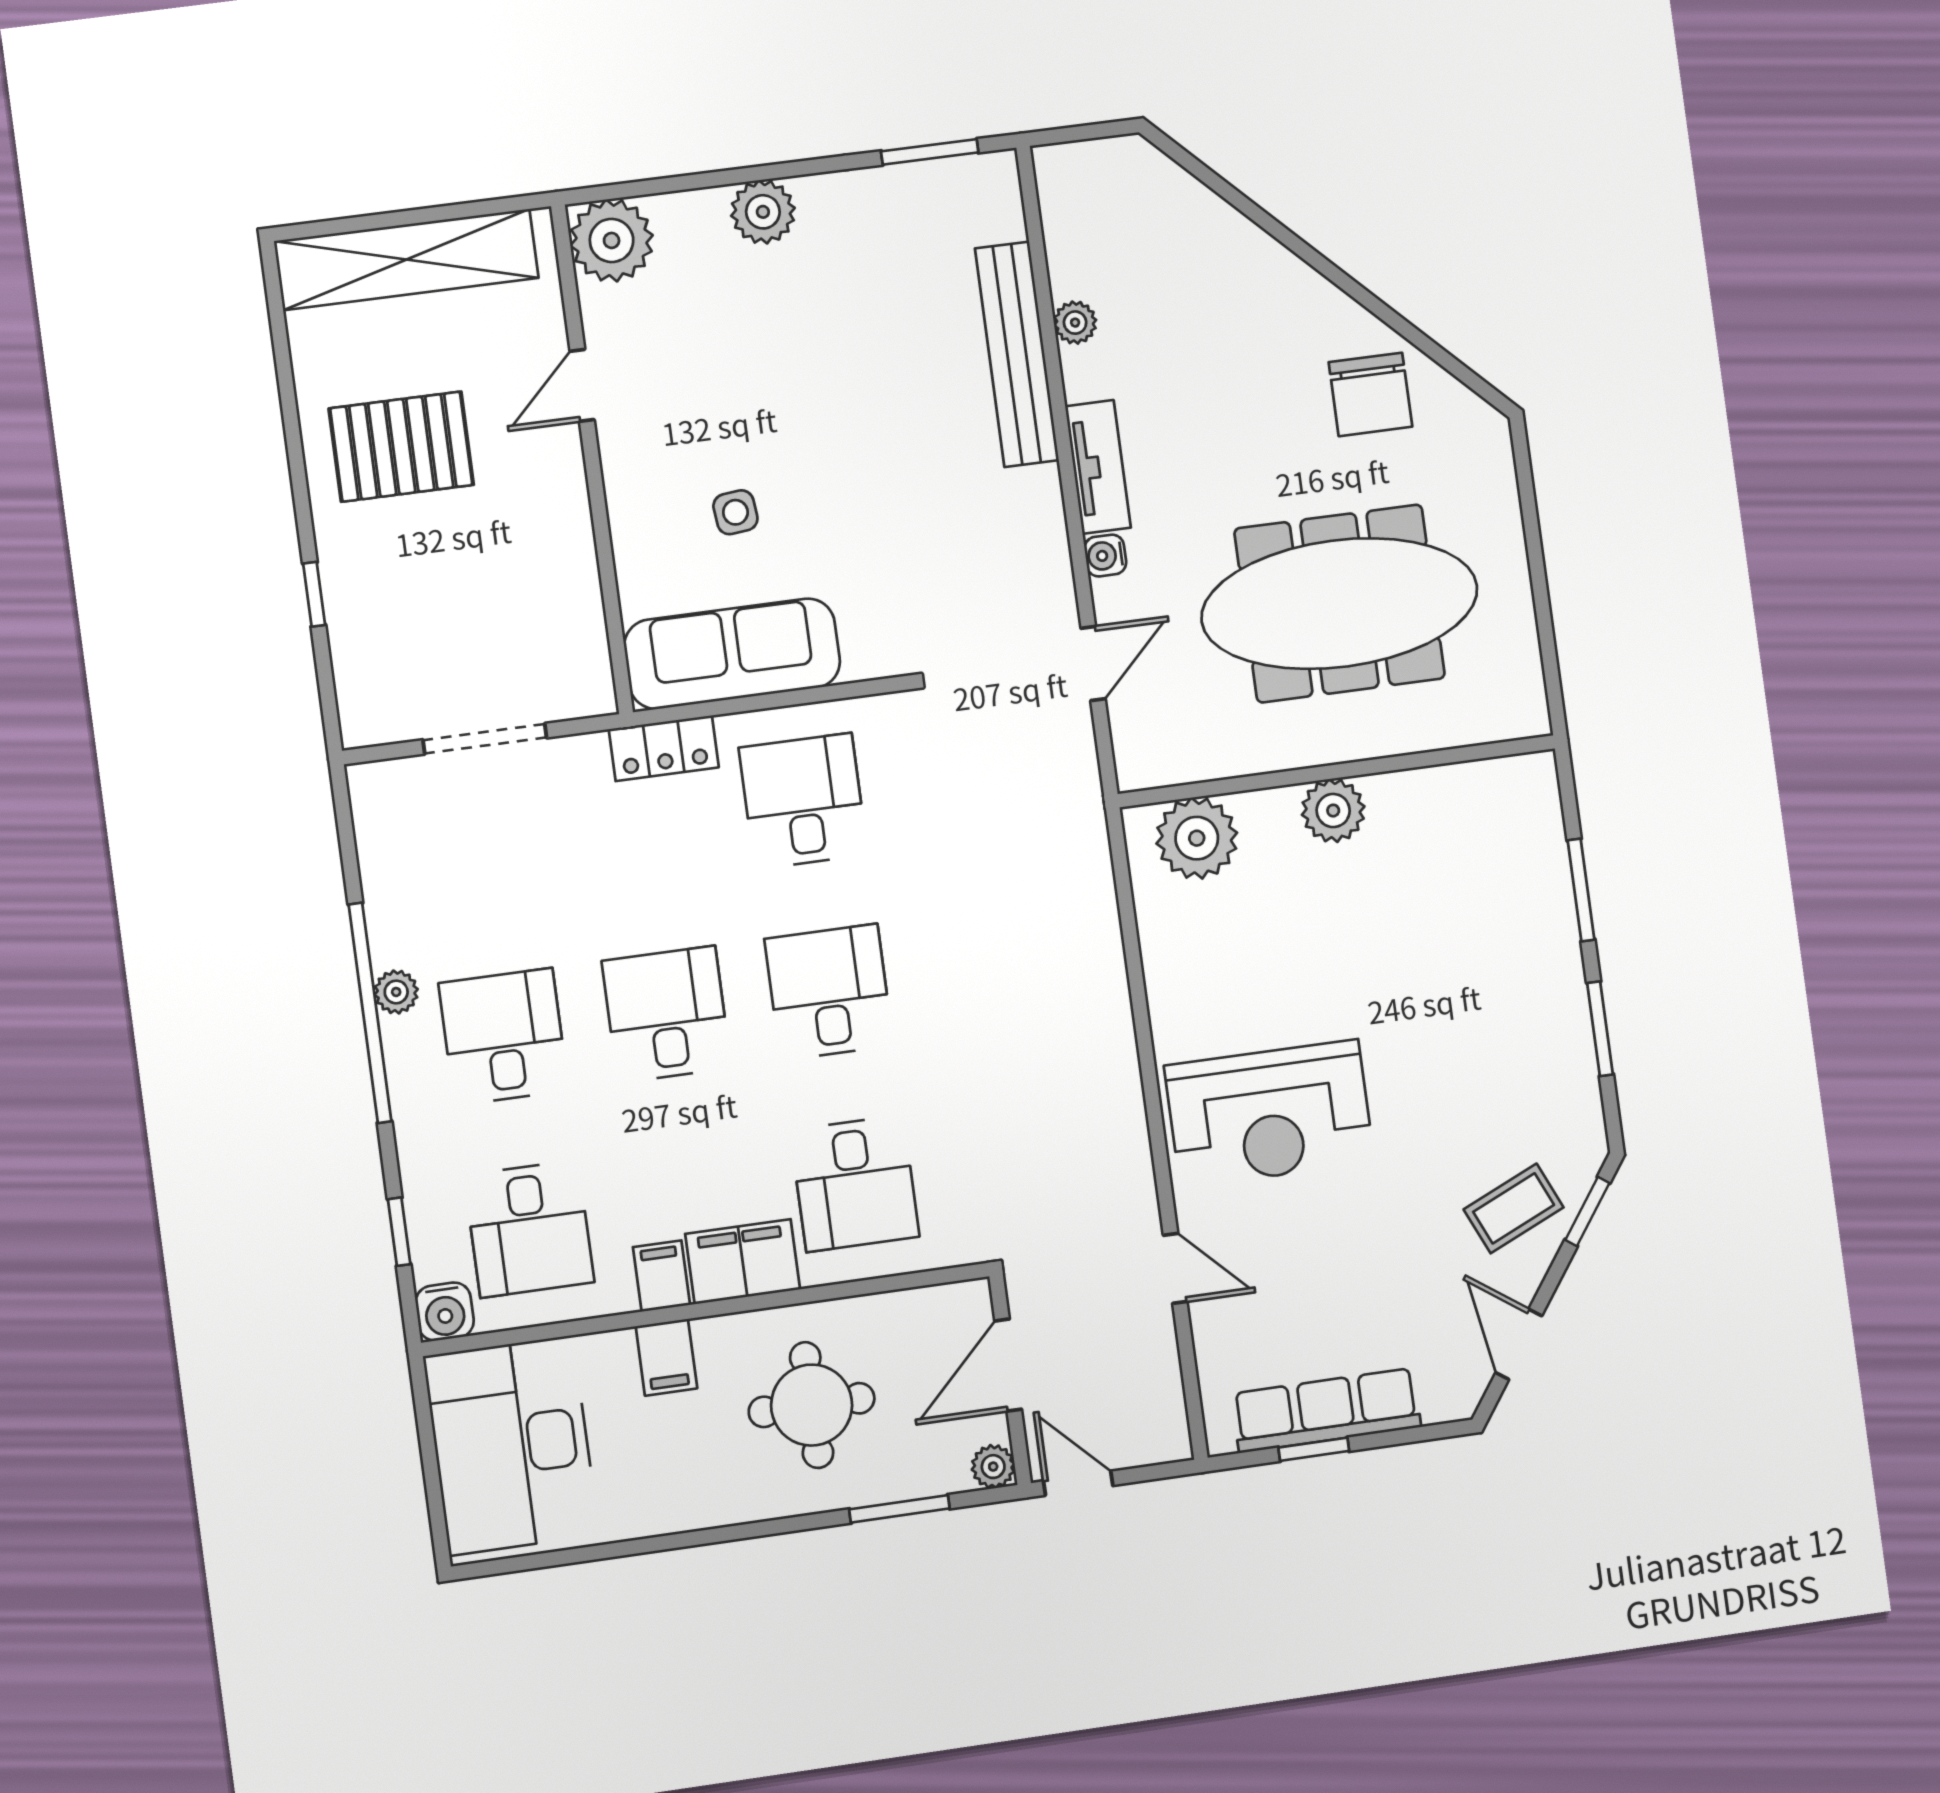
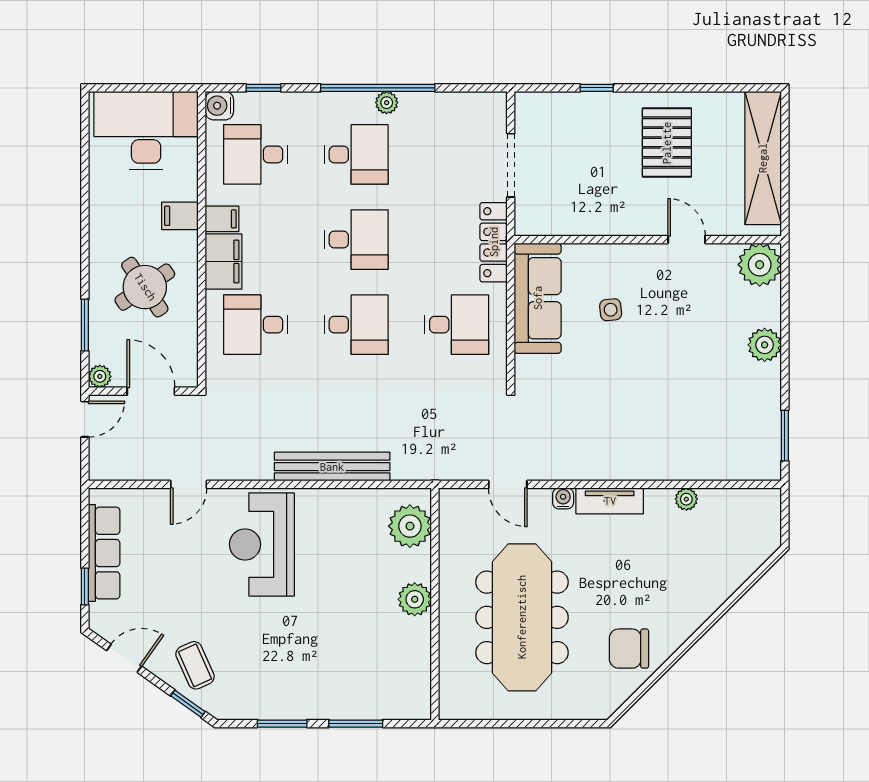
bench: (1017, 354) -> (332, 467), moved
locker: (664, 748) -> (494, 242), width x1.53
round table: (812, 1405) -> (145, 287), turned -34
window: (1314, 1449) -> (85, 587), moved

